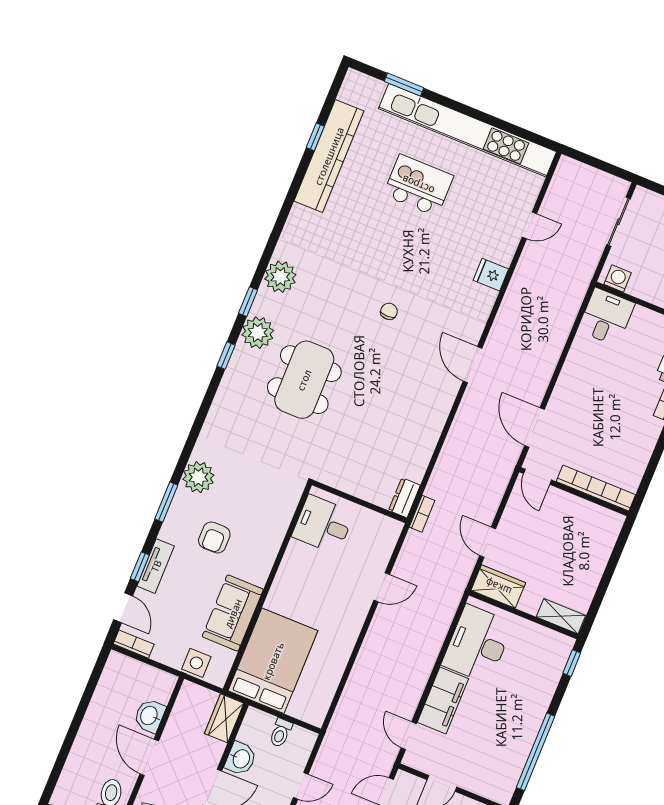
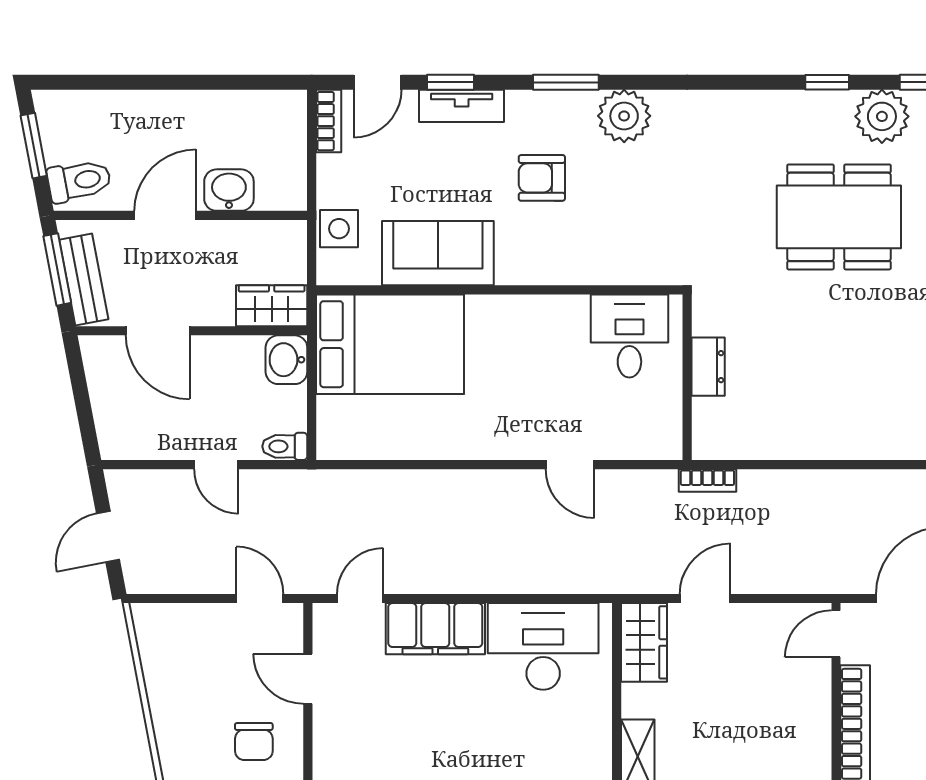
dresser: (404, 498) -> (708, 367), moved, turned 90
toilet: (281, 733) -> (285, 446), moved
washbasin: (241, 759) -> (286, 360), moved, turned 90

